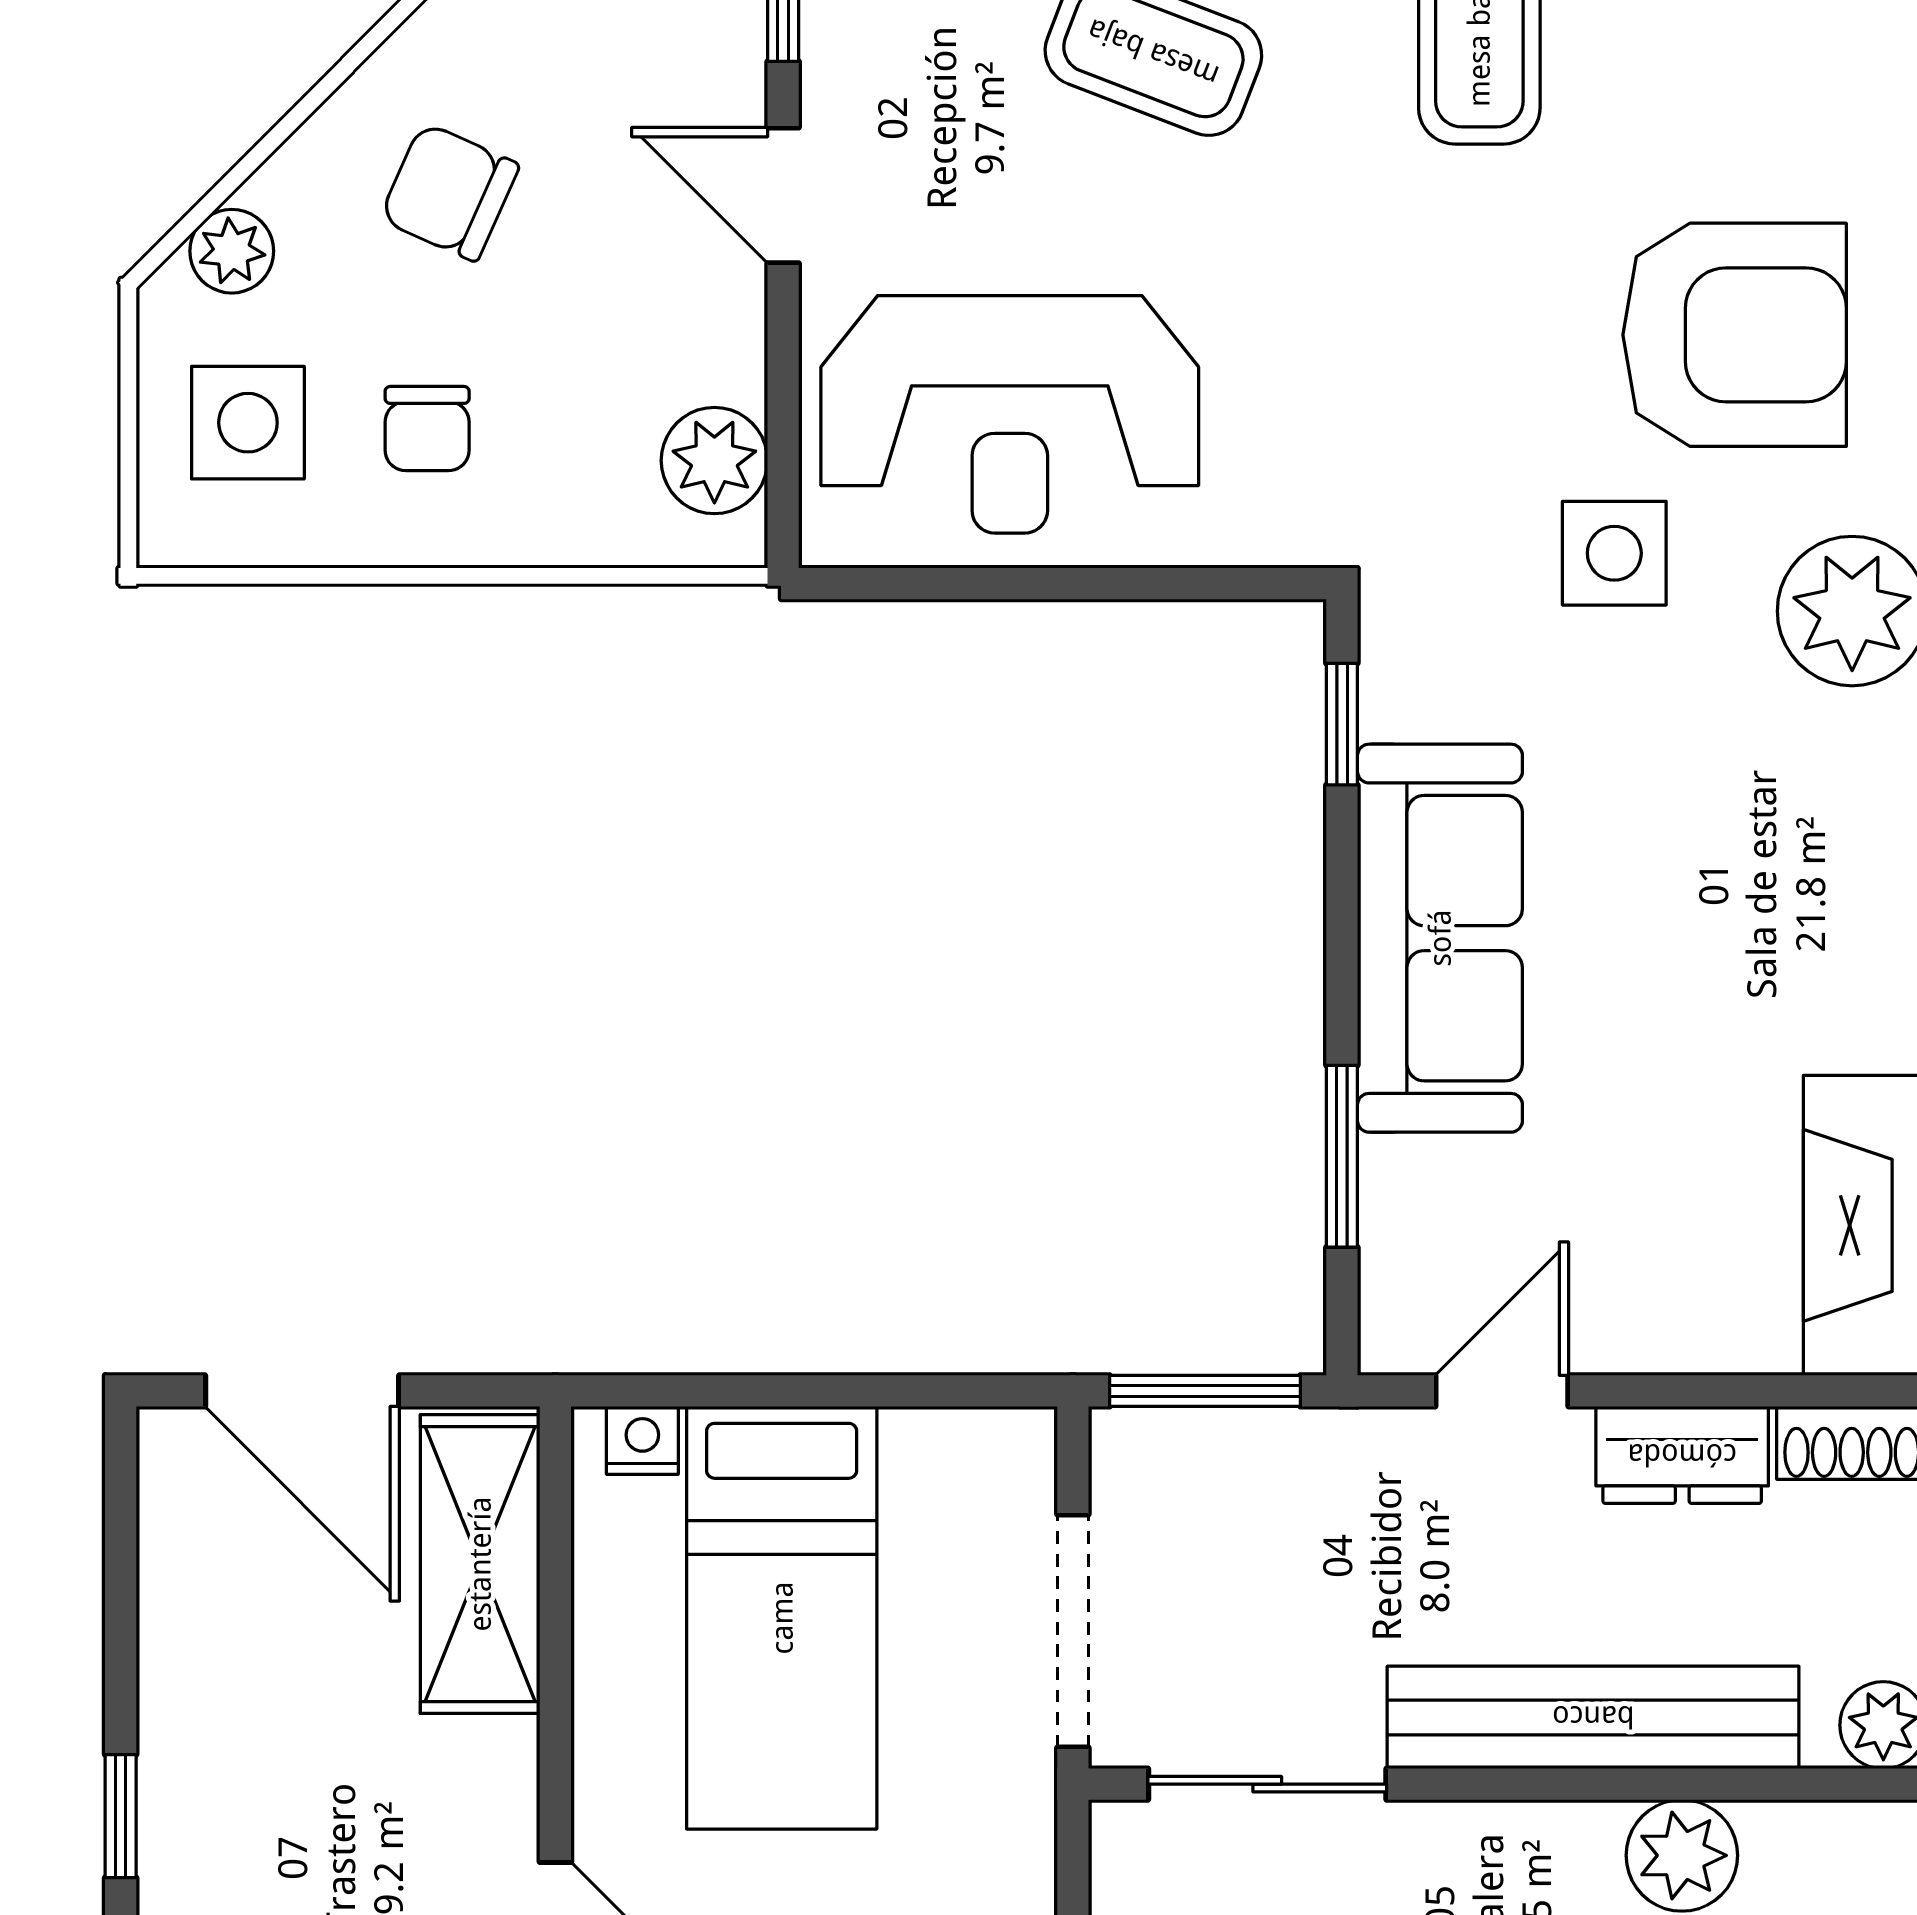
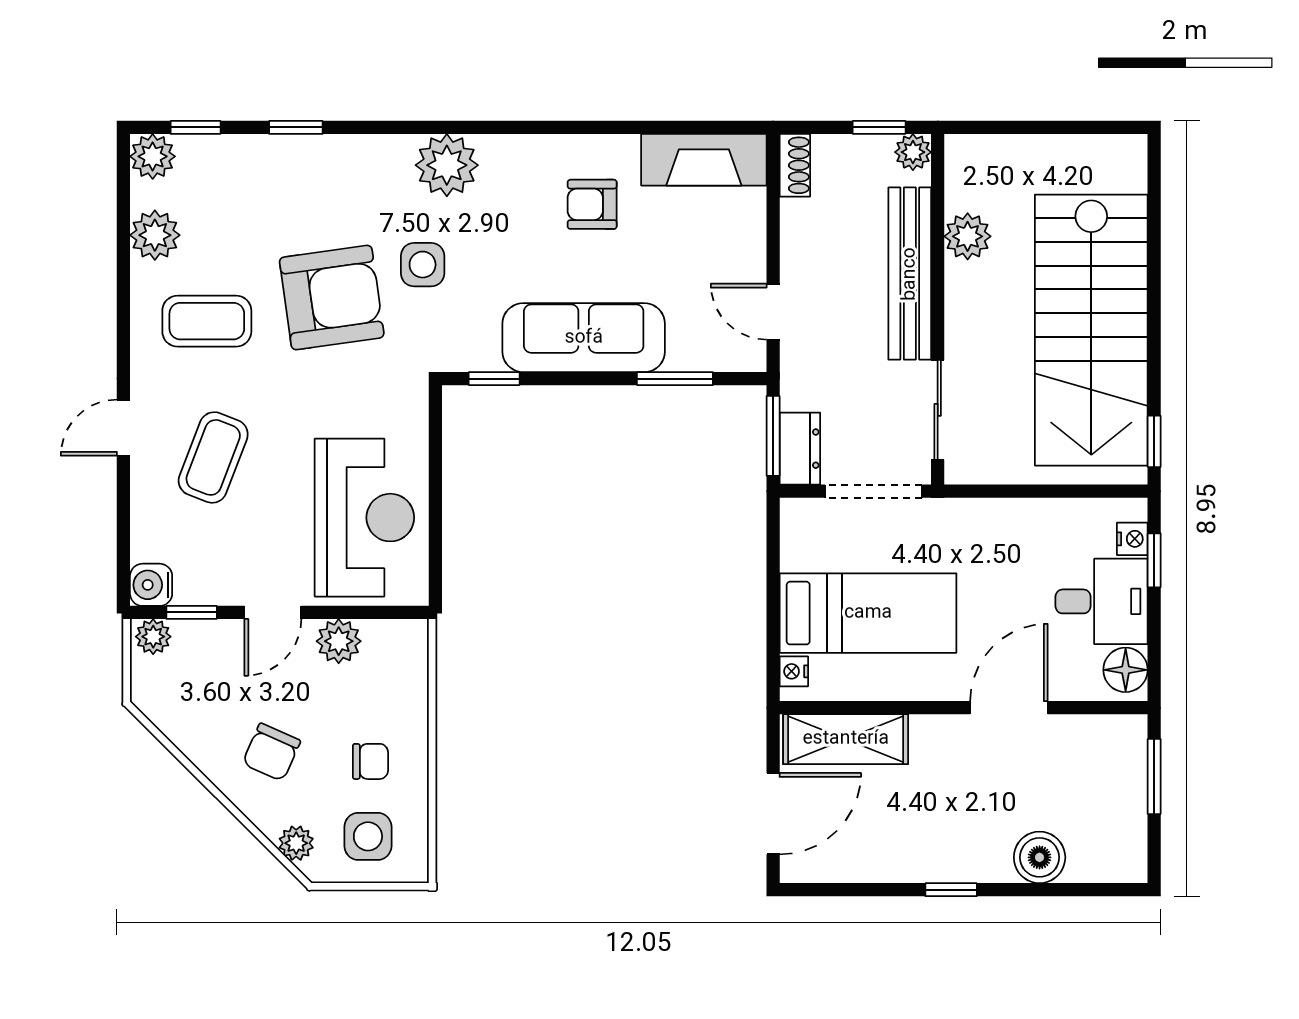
armchair: (1735, 335) -> (332, 298), moved, turned 82
plant: (714, 461) -> (339, 641), moved
armchair: (1758, 958) -> (592, 204), added
dresser: (1682, 1455) -> (800, 449), moved

